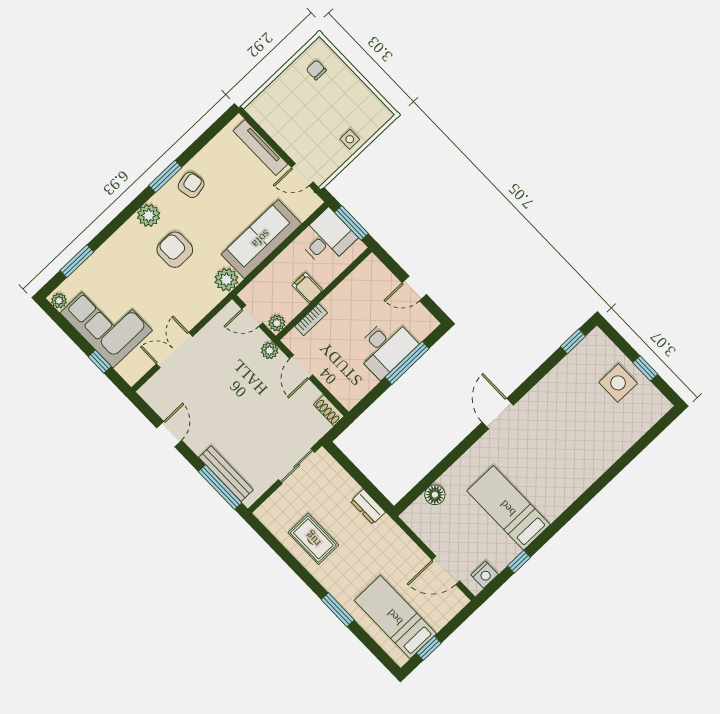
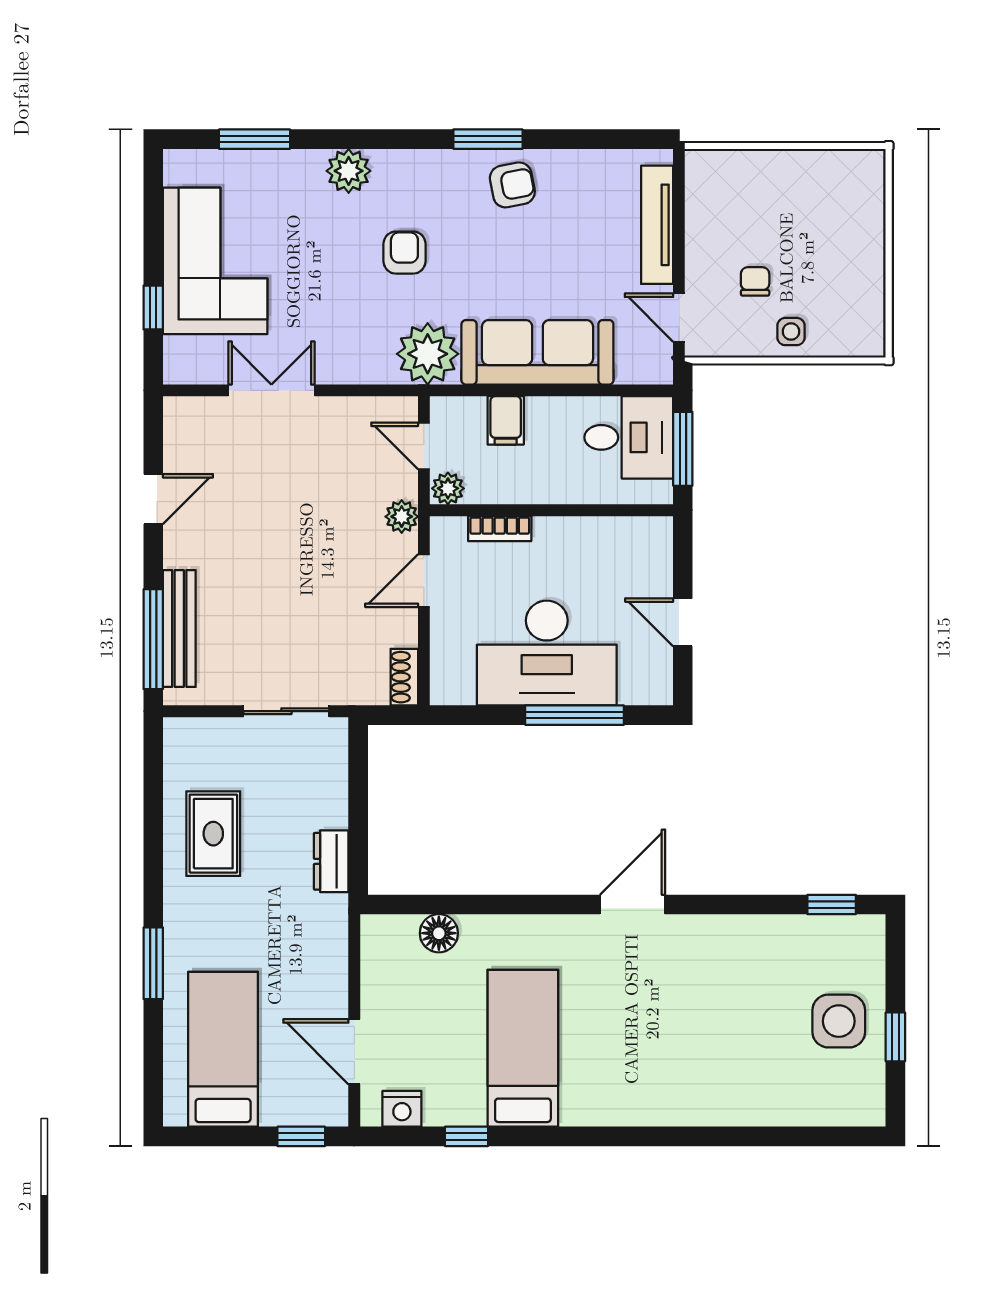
chair: (316, 70) -> (755, 281), moved
plant: (149, 215) -> (349, 171), moved
armchair: (175, 250) -> (404, 253), width x0.72, depth x0.72
plant: (226, 280) -> (428, 354), width x1.36, depth x1.36
filing cabinet: (307, 288) -> (506, 420), moved, turned 180
plant: (59, 301) -> (178, 170), removed
desk: (385, 347) -> (547, 653), width x1.36, depth x1.30
window: (429, 648) -> (301, 1136), moved

